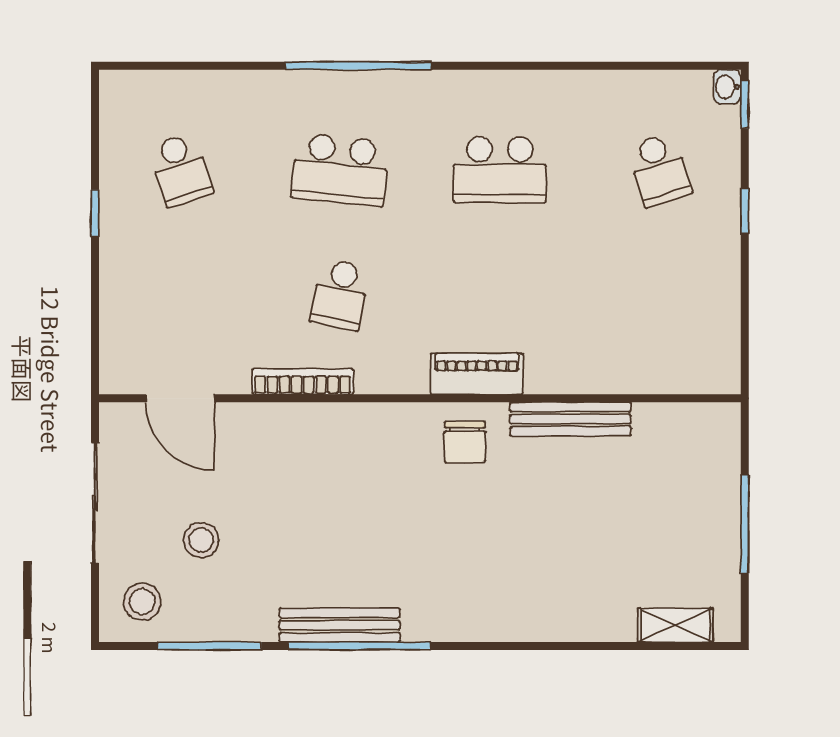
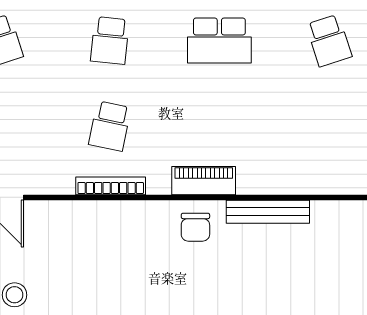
school desk: (340, 170) -> (110, 40), width x0.54
bookcase: (303, 382) -> (111, 186), moved

